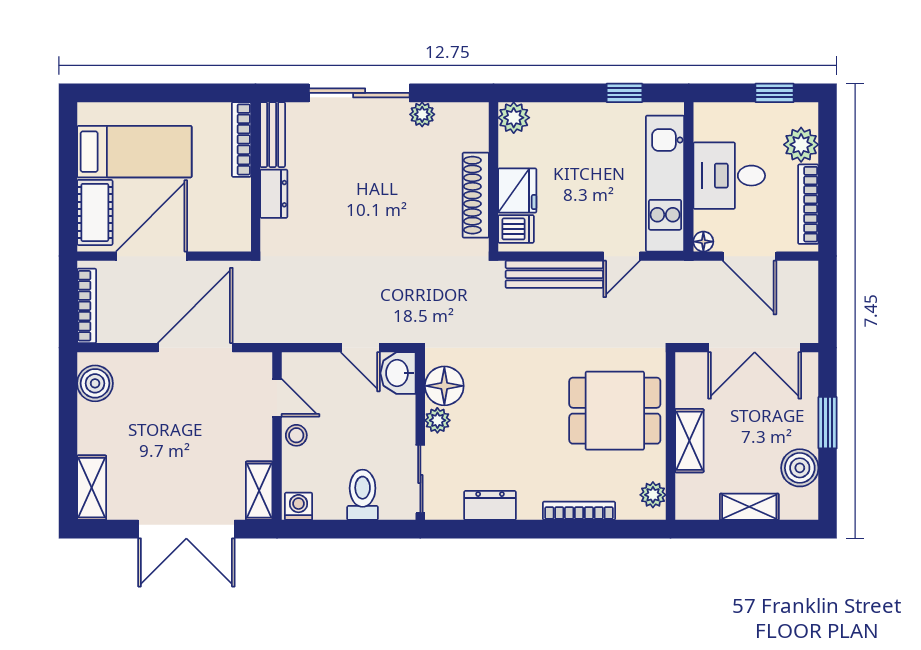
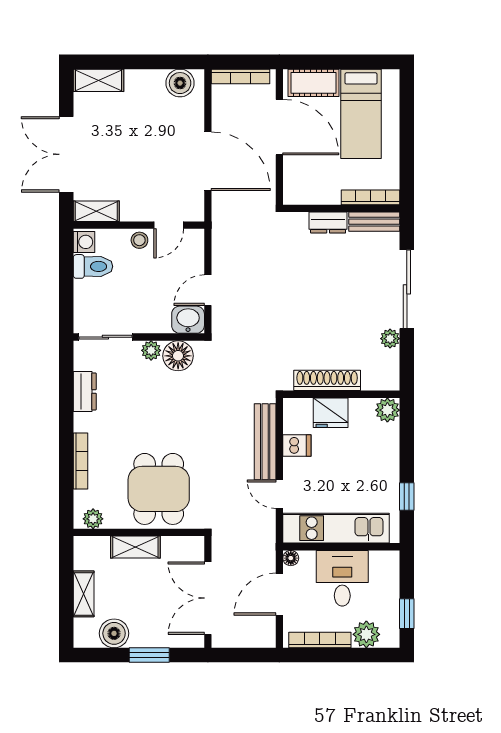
dishwasher: (516, 229) -> (297, 446), moved, turned -90
toilet: (363, 495) -> (93, 266), moved

